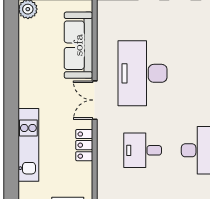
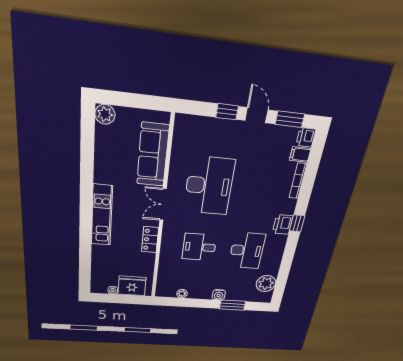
desk: (143, 73) -> (209, 186), turned 180
kitchen unit: (28, 145) -> (102, 215), moved

